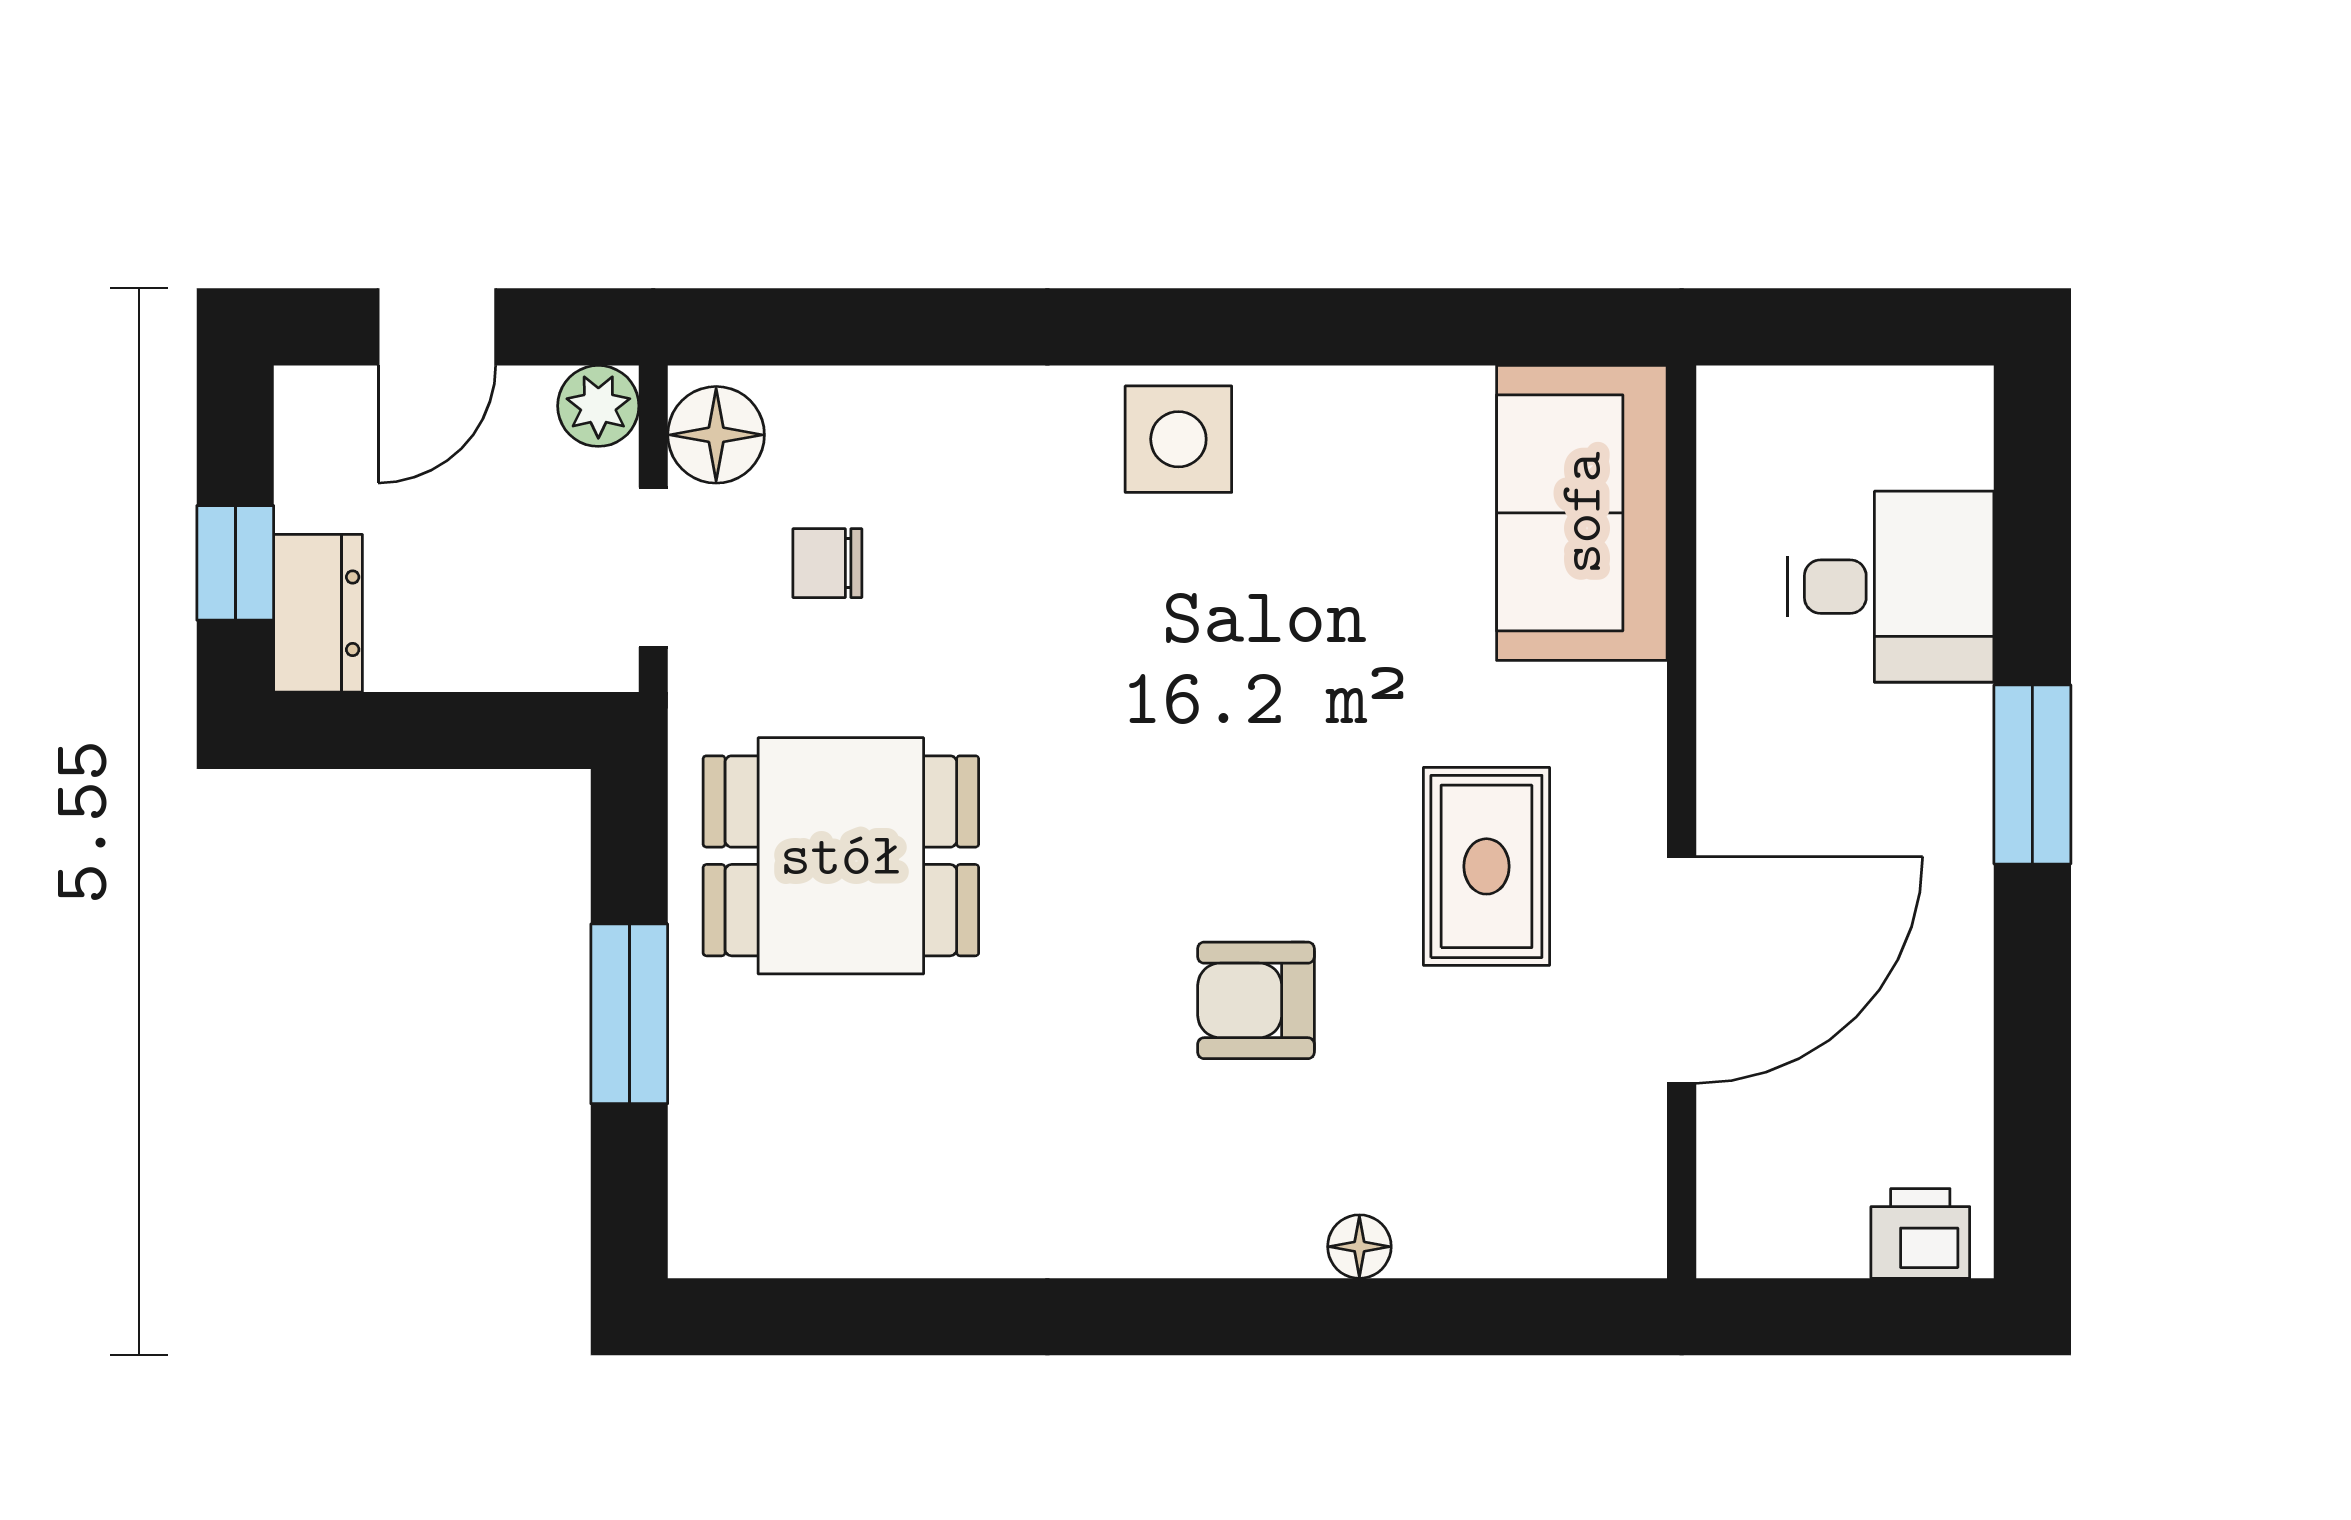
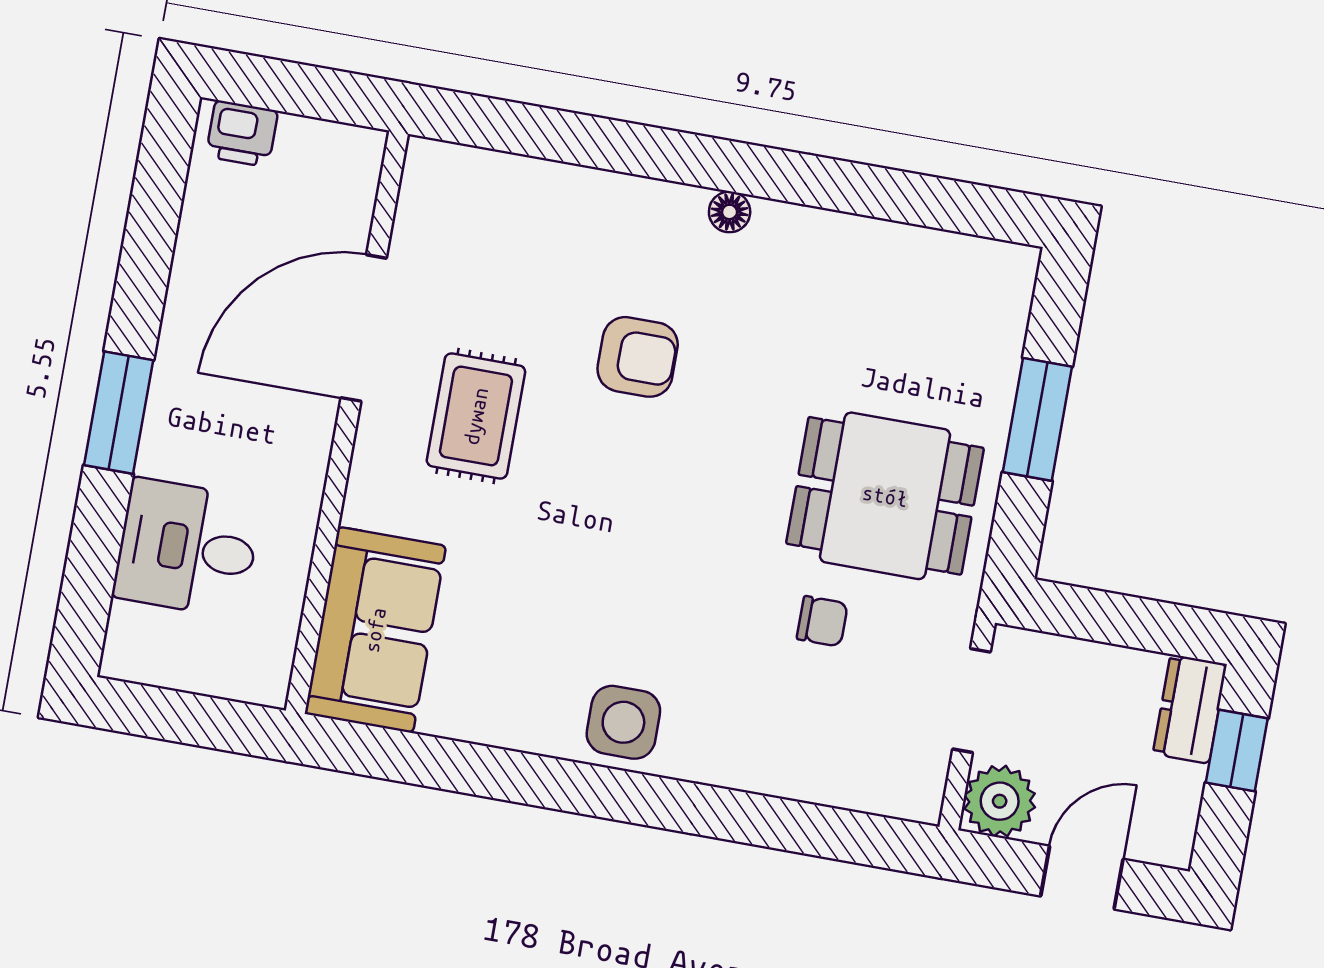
plant: (598, 406) -> (1000, 801), width x1.38, depth x1.38
floor lamp: (716, 435) -> (917, 777), removed
chair: (827, 563) -> (822, 621), moved
floor lamp: (1359, 1247) -> (730, 212), moved

